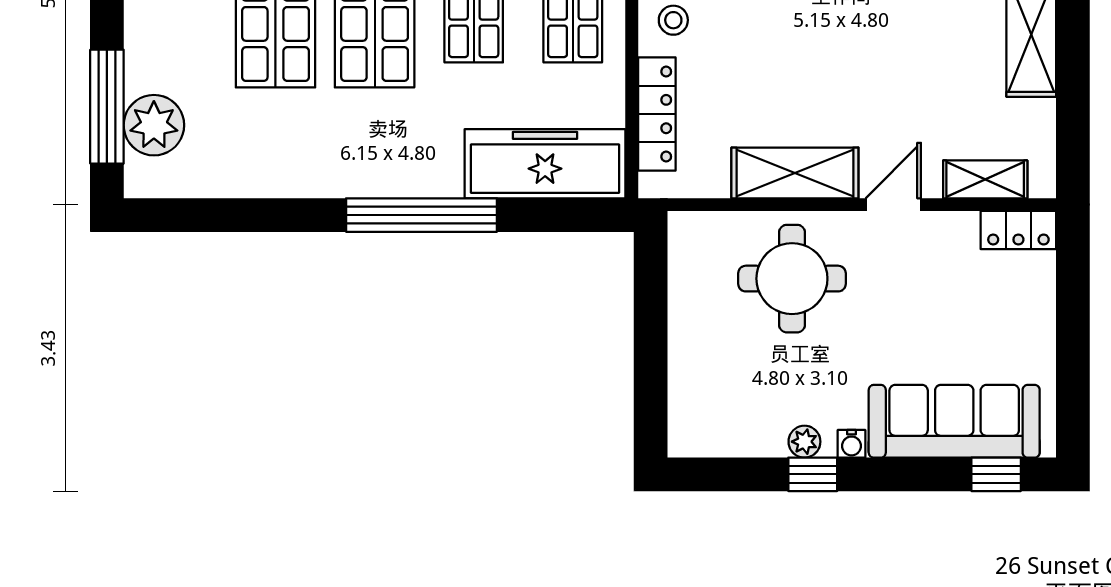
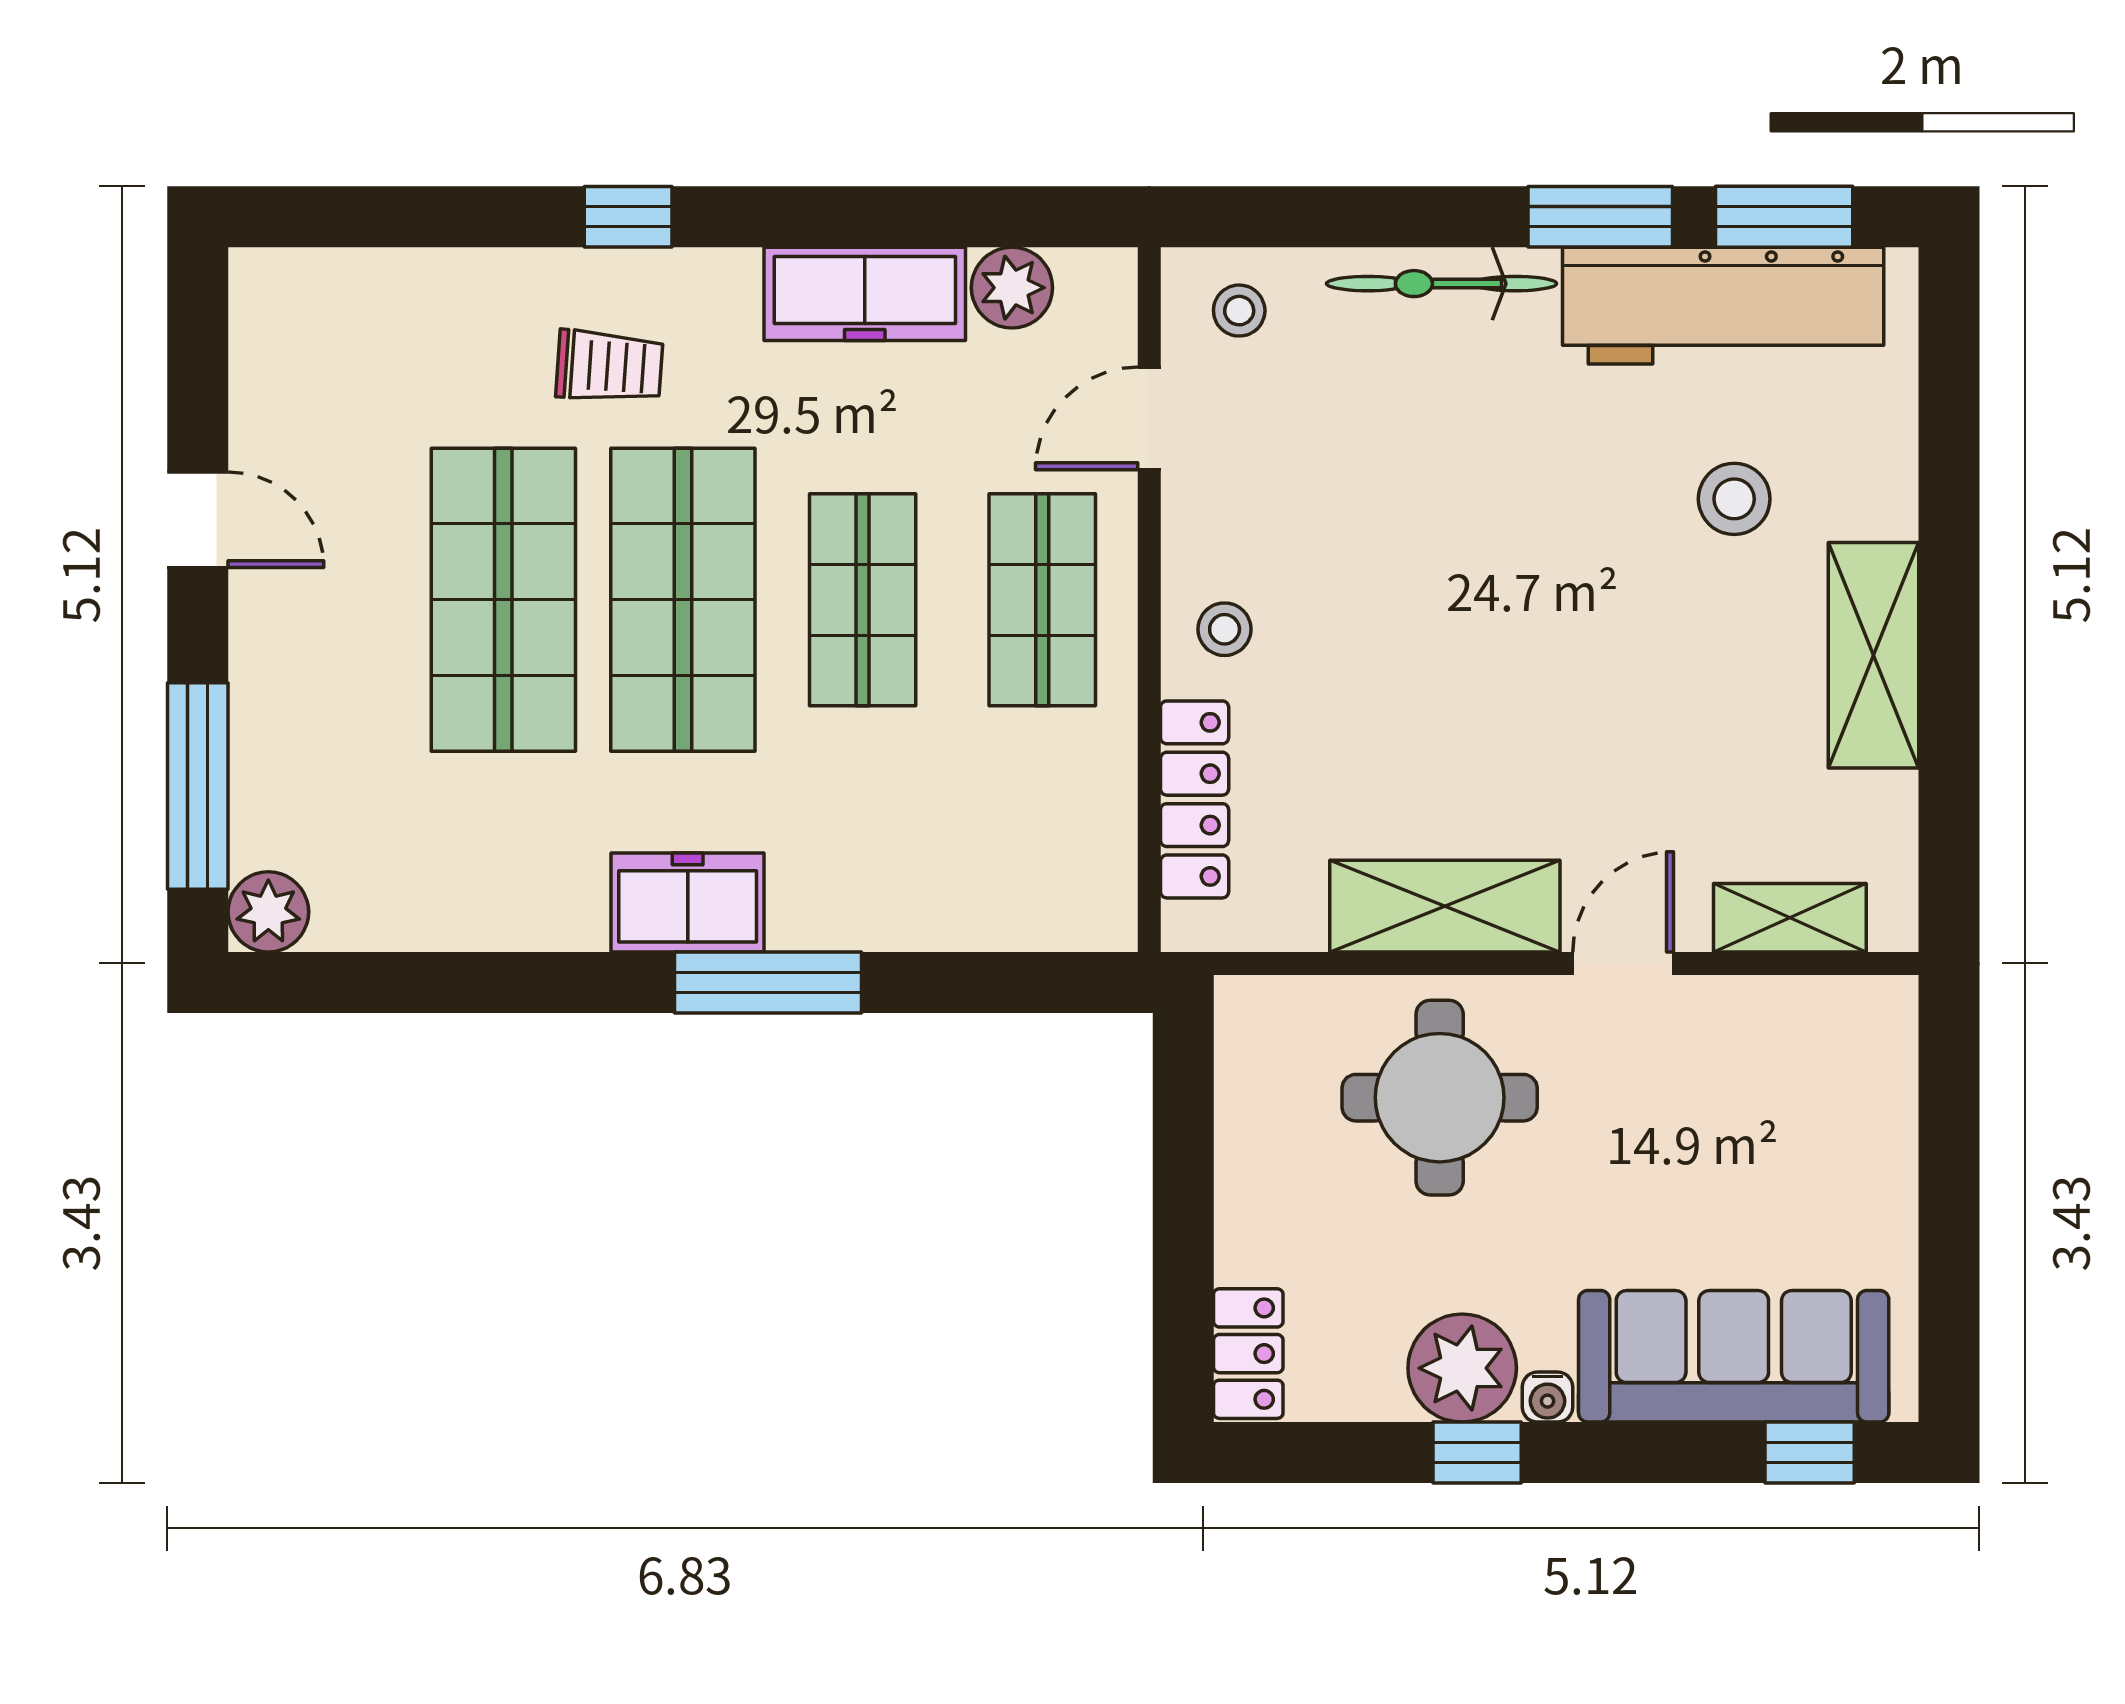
plant: (154, 125) -> (268, 912), moved, width x0.73, depth x0.73
freezer: (545, 164) -> (688, 902), moved, width x0.52, depth x0.79
window: (421, 215) -> (768, 982), width x0.68
locker: (1018, 230) -> (1248, 1354), moved, turned -90
plant: (804, 442) -> (1462, 1368), width x1.87, depth x1.87

